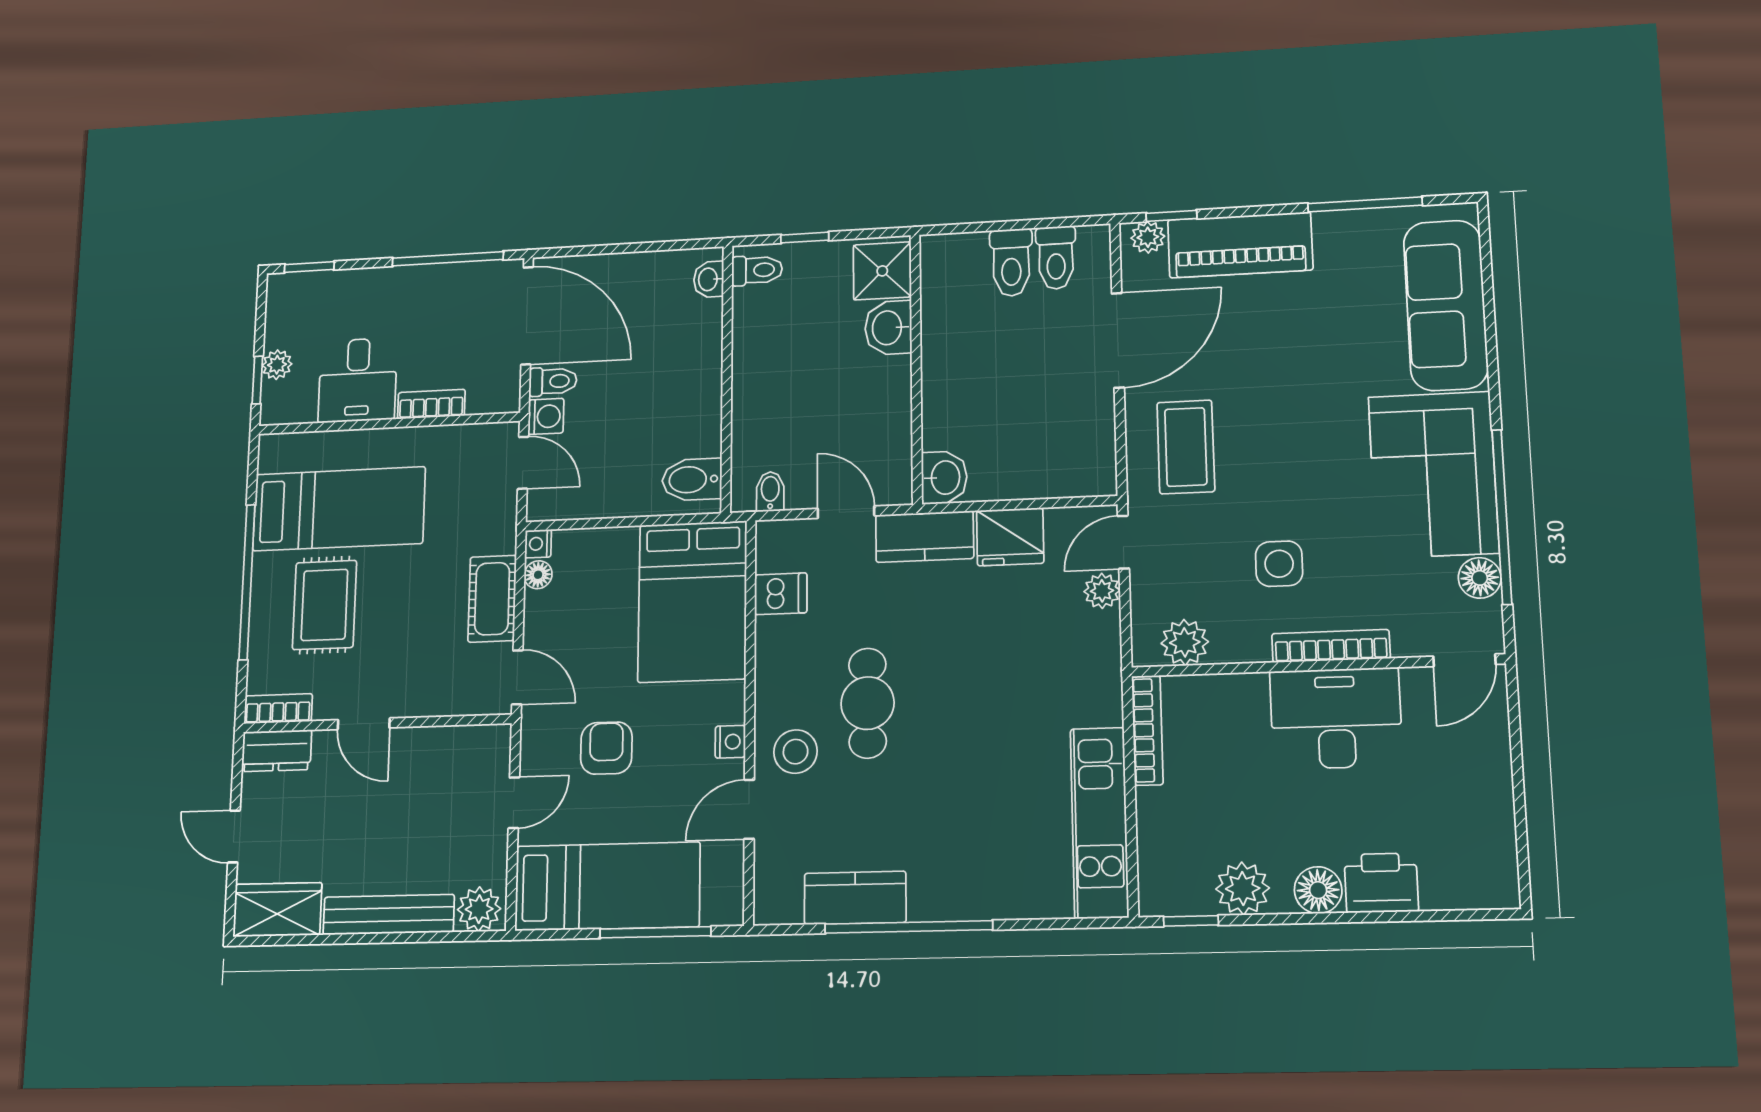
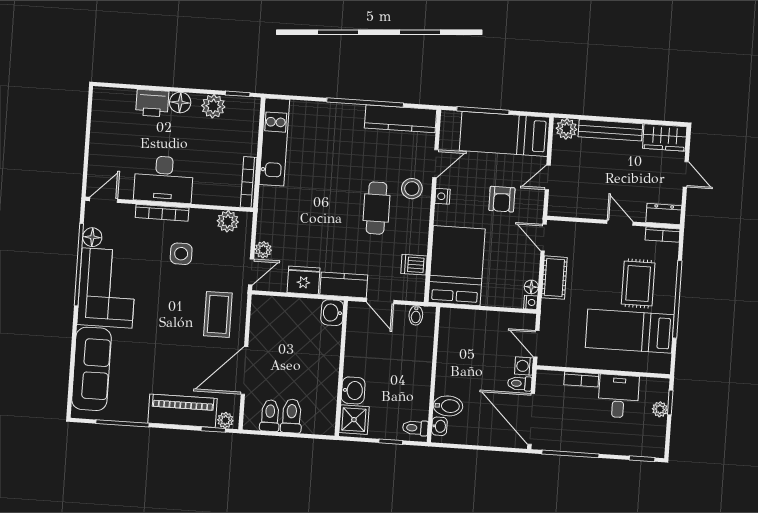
bidet: (692, 480) -> (448, 406), moved
kitchen counter: (855, 898) -> (401, 119), width x1.50

